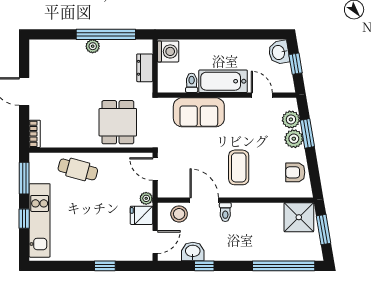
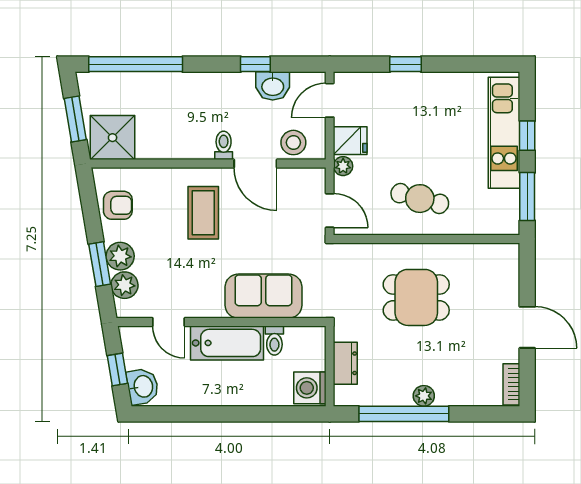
dining table: (118, 122) -> (416, 297), moved, turned 90
bookcase: (35, 134) -> (511, 384), moved
cafe table: (78, 169) -> (420, 199), moved

